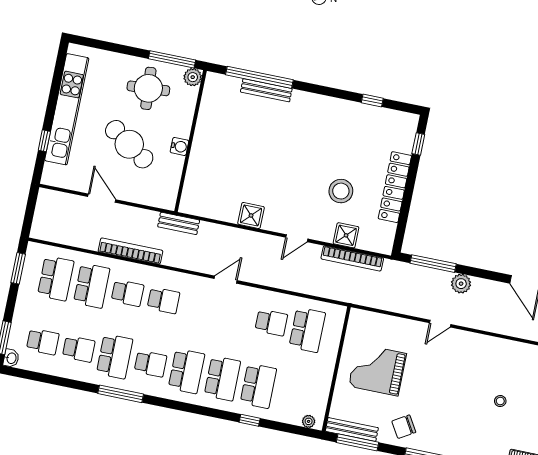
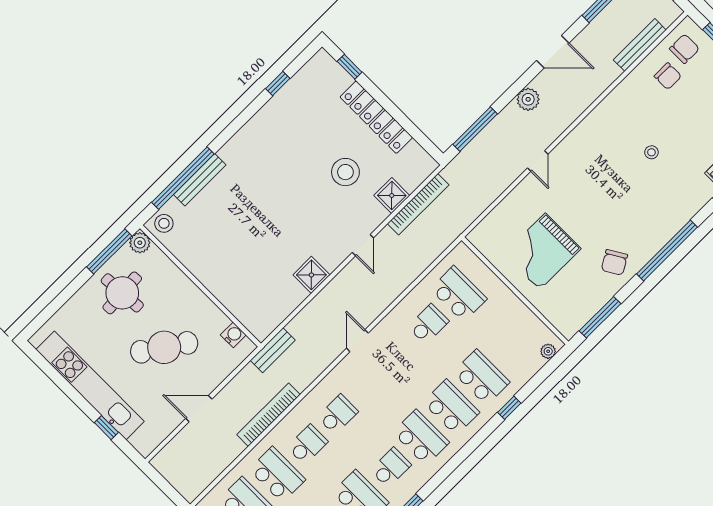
stool: (218, 85) -> (164, 223), added
water cooler: (179, 146) -> (233, 335), moved
plant: (461, 284) -> (528, 99), moved
bench: (352, 429) -> (584, 315), removed

